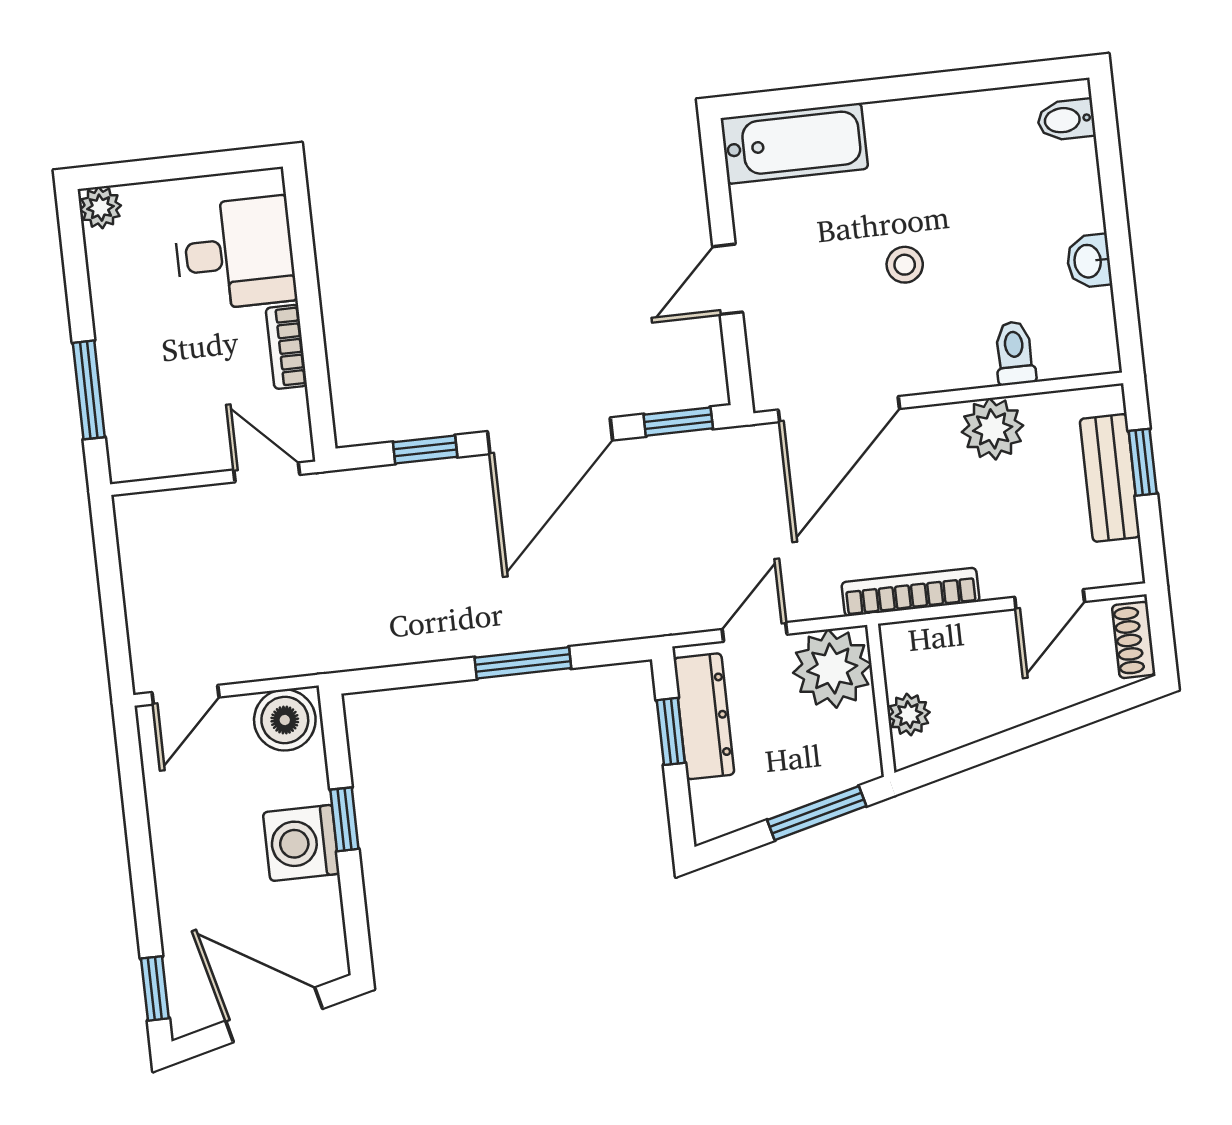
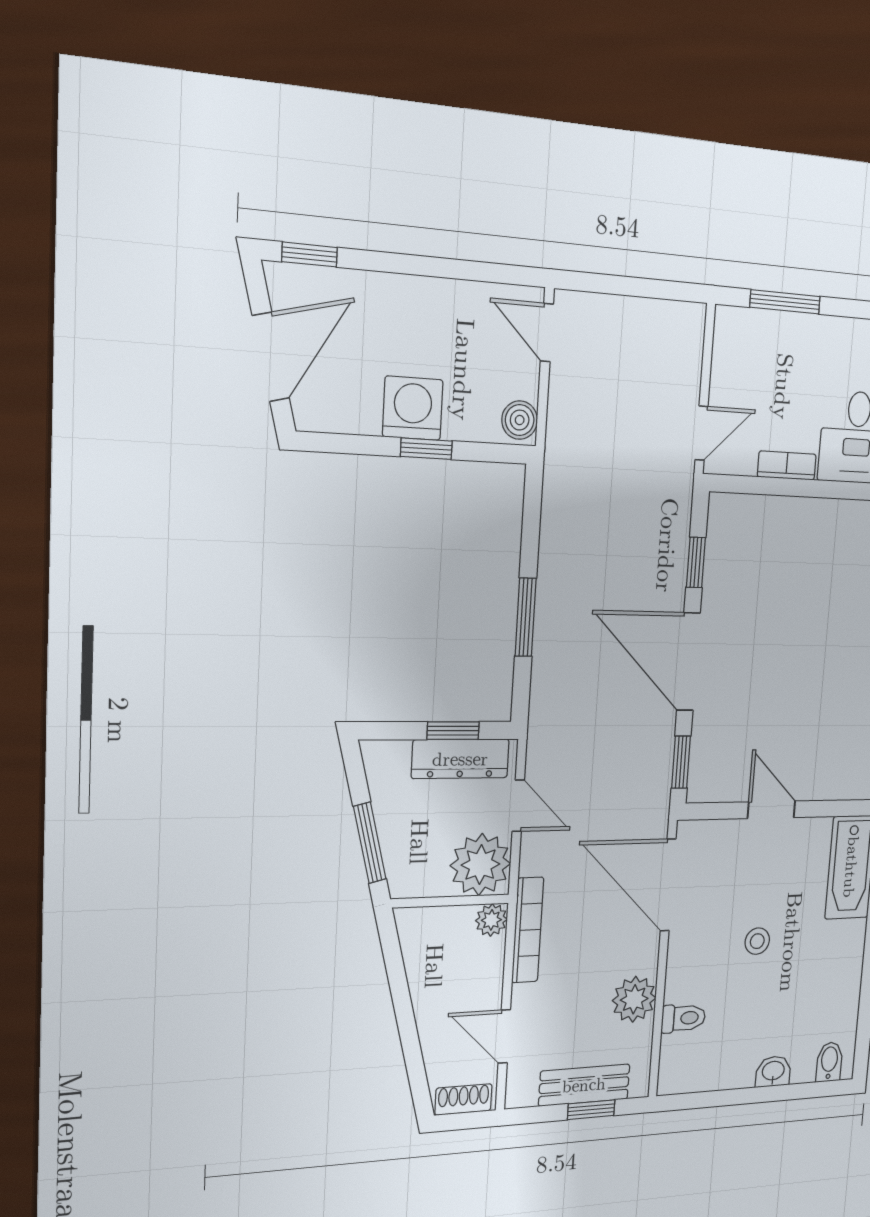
washbasin: (1089, 261) -> (773, 1071), moved
plant: (909, 715) -> (491, 920), moved
boiler: (285, 720) -> (520, 420), width x0.73, depth x0.73

